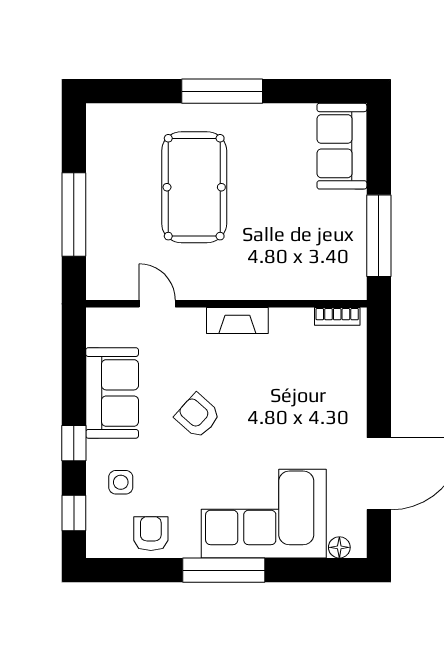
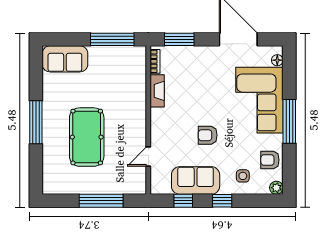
pool table: (194, 187) -> (87, 137), turned 90
fireplace: (237, 320) -> (157, 91), moved
window: (379, 362) -> (179, 39), added
armchair: (198, 416) -> (208, 135), turned 48
window: (74, 513) -> (183, 201), moved
plant: (98, 546) -> (276, 188), added

